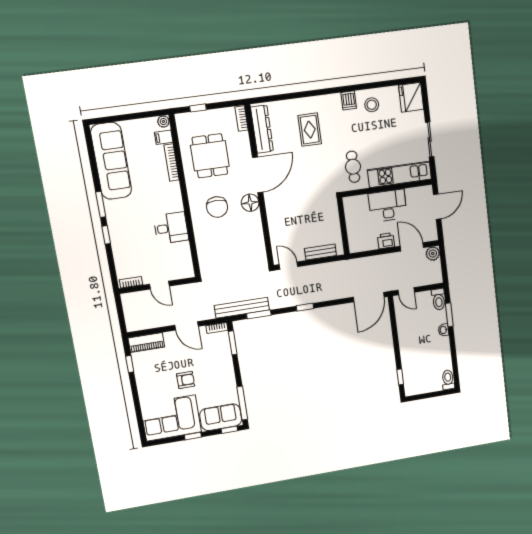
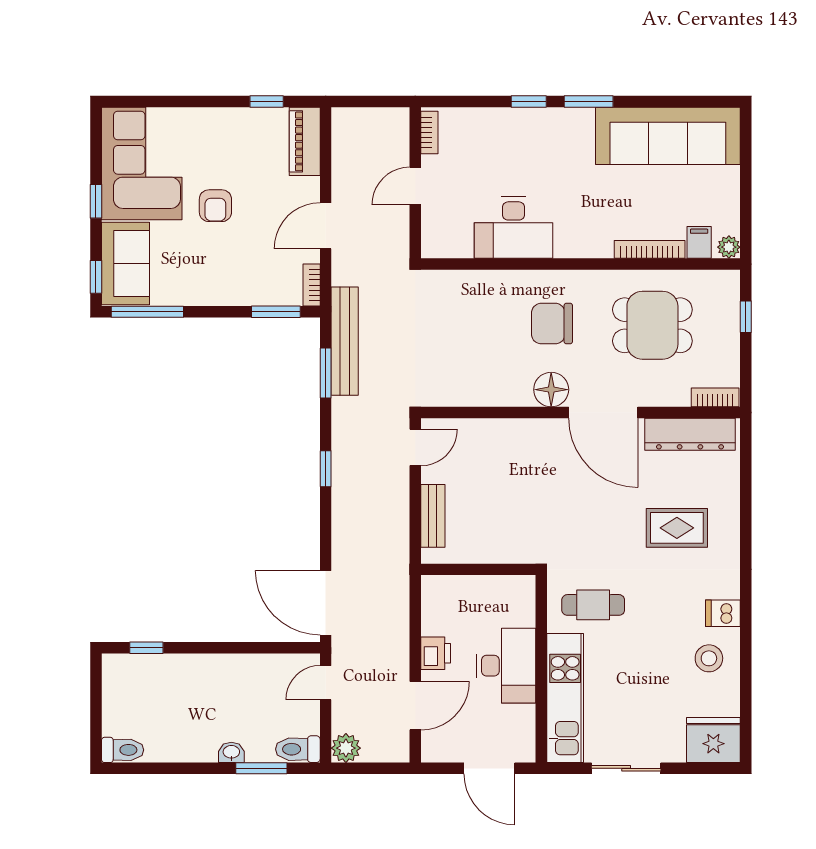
desk: (171, 228) -> (513, 228), width x1.37
plant: (433, 254) -> (346, 748), moved

